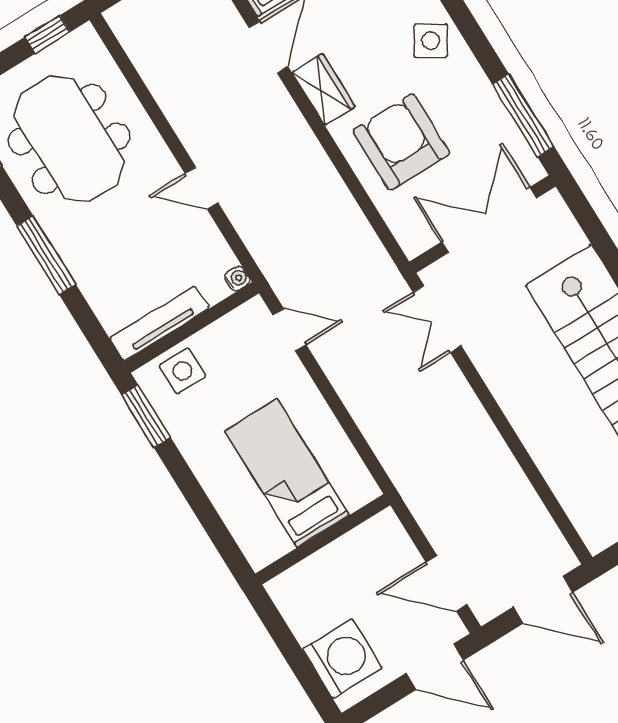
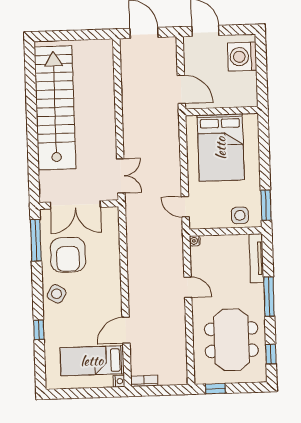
wardrobe: (324, 89) -> (113, 299), removed
armchair: (401, 142) -> (68, 255), moved
tv unit: (159, 323) -> (256, 258), moved, turned 90
bed: (287, 473) -> (221, 148), width x1.50
door: (446, 583) -> (181, 89), moved

